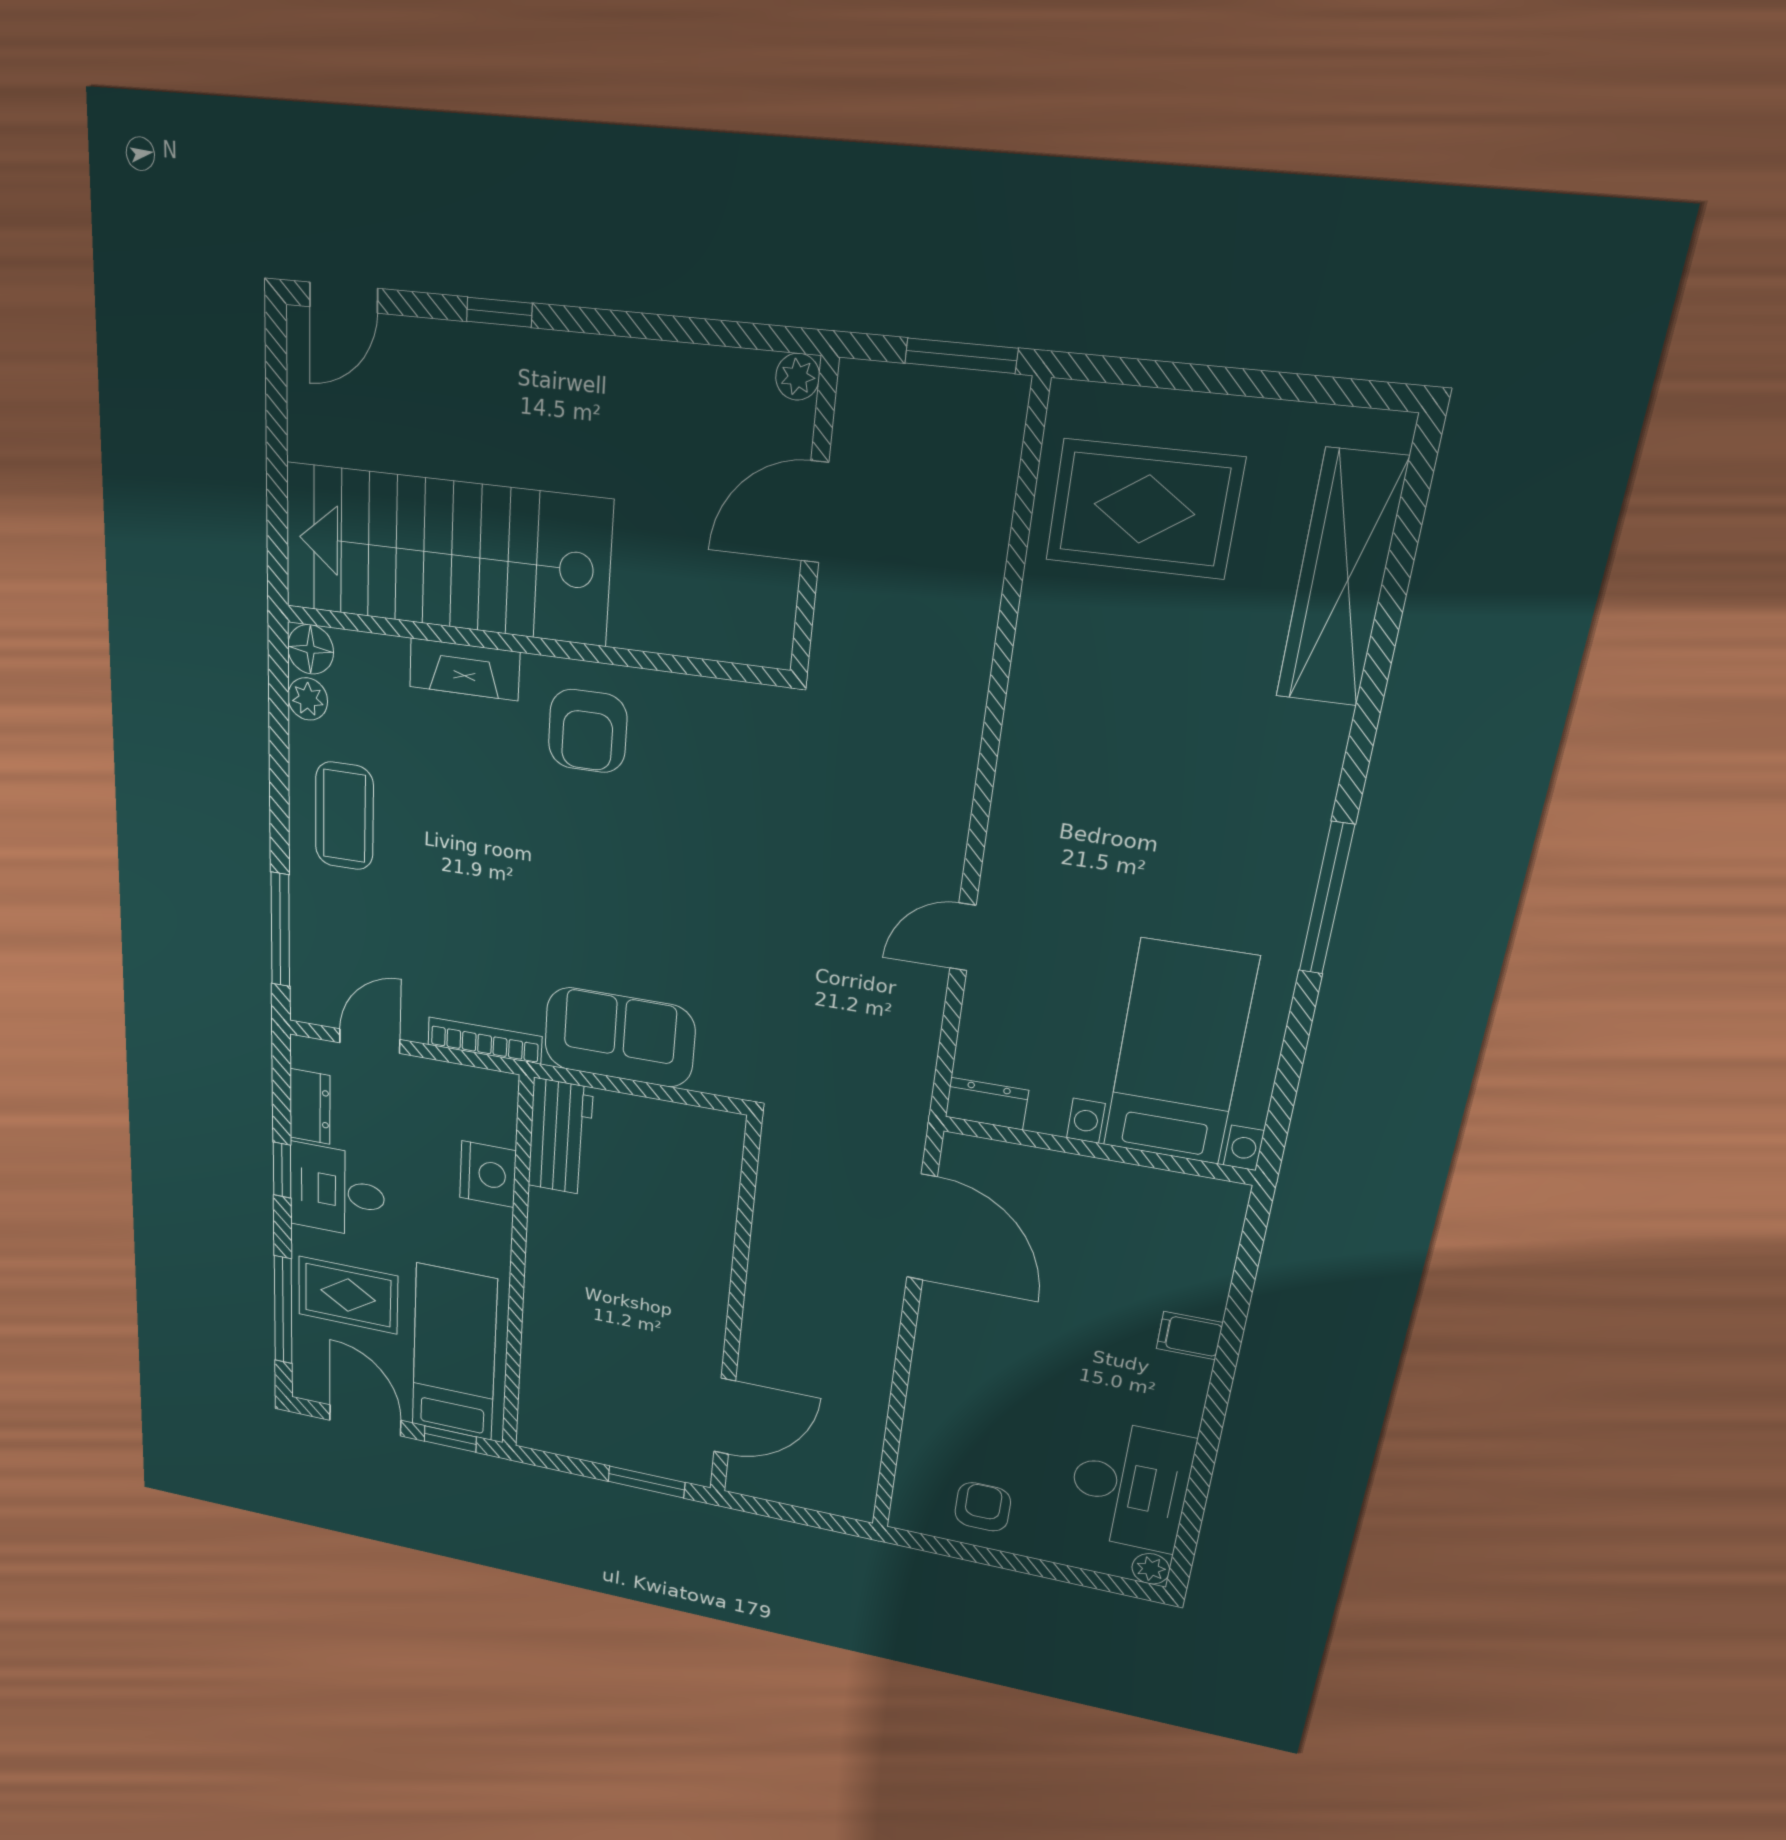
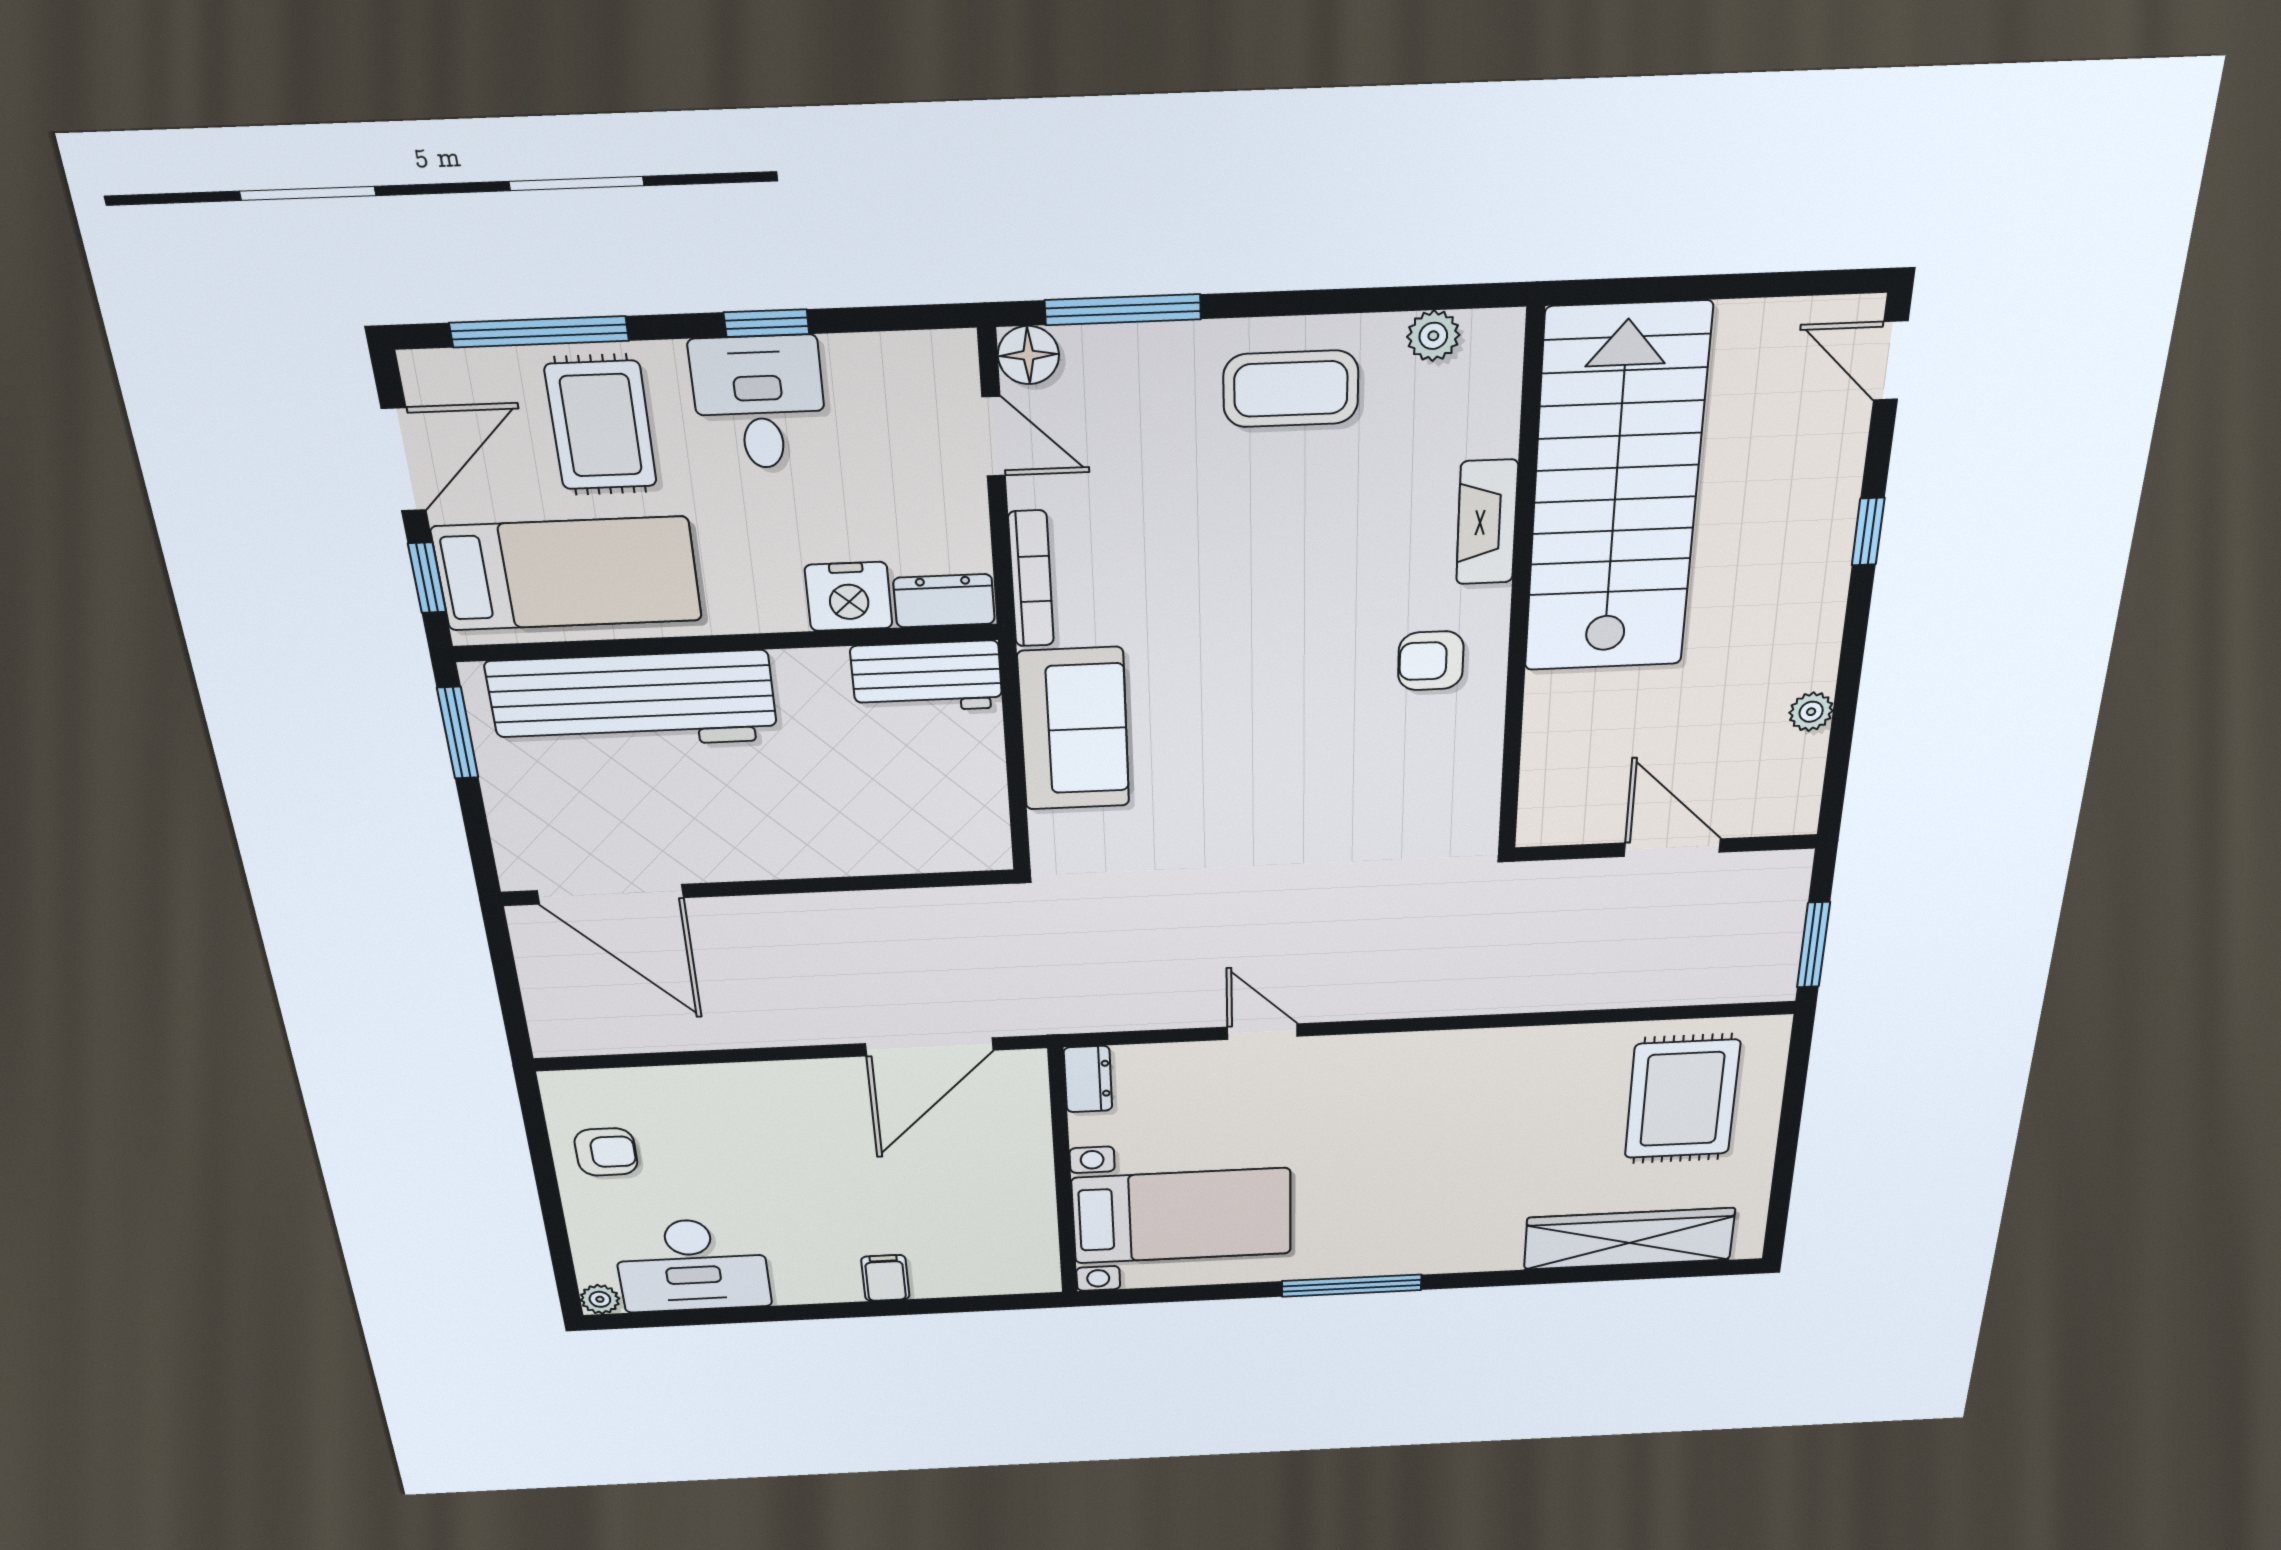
plant: (798, 377) -> (1811, 712), moved
floor lamp: (311, 649) -> (1028, 355), moved
armchair: (588, 731) -> (1431, 661), width x0.72, depth x0.72
dresser: (310, 1107) -> (944, 601), moved, turned 180
workbench: (558, 1345) -> (633, 701), added
door: (725, 1416) -> (610, 894), width x1.36
window: (646, 1482) -> (458, 733), moved

